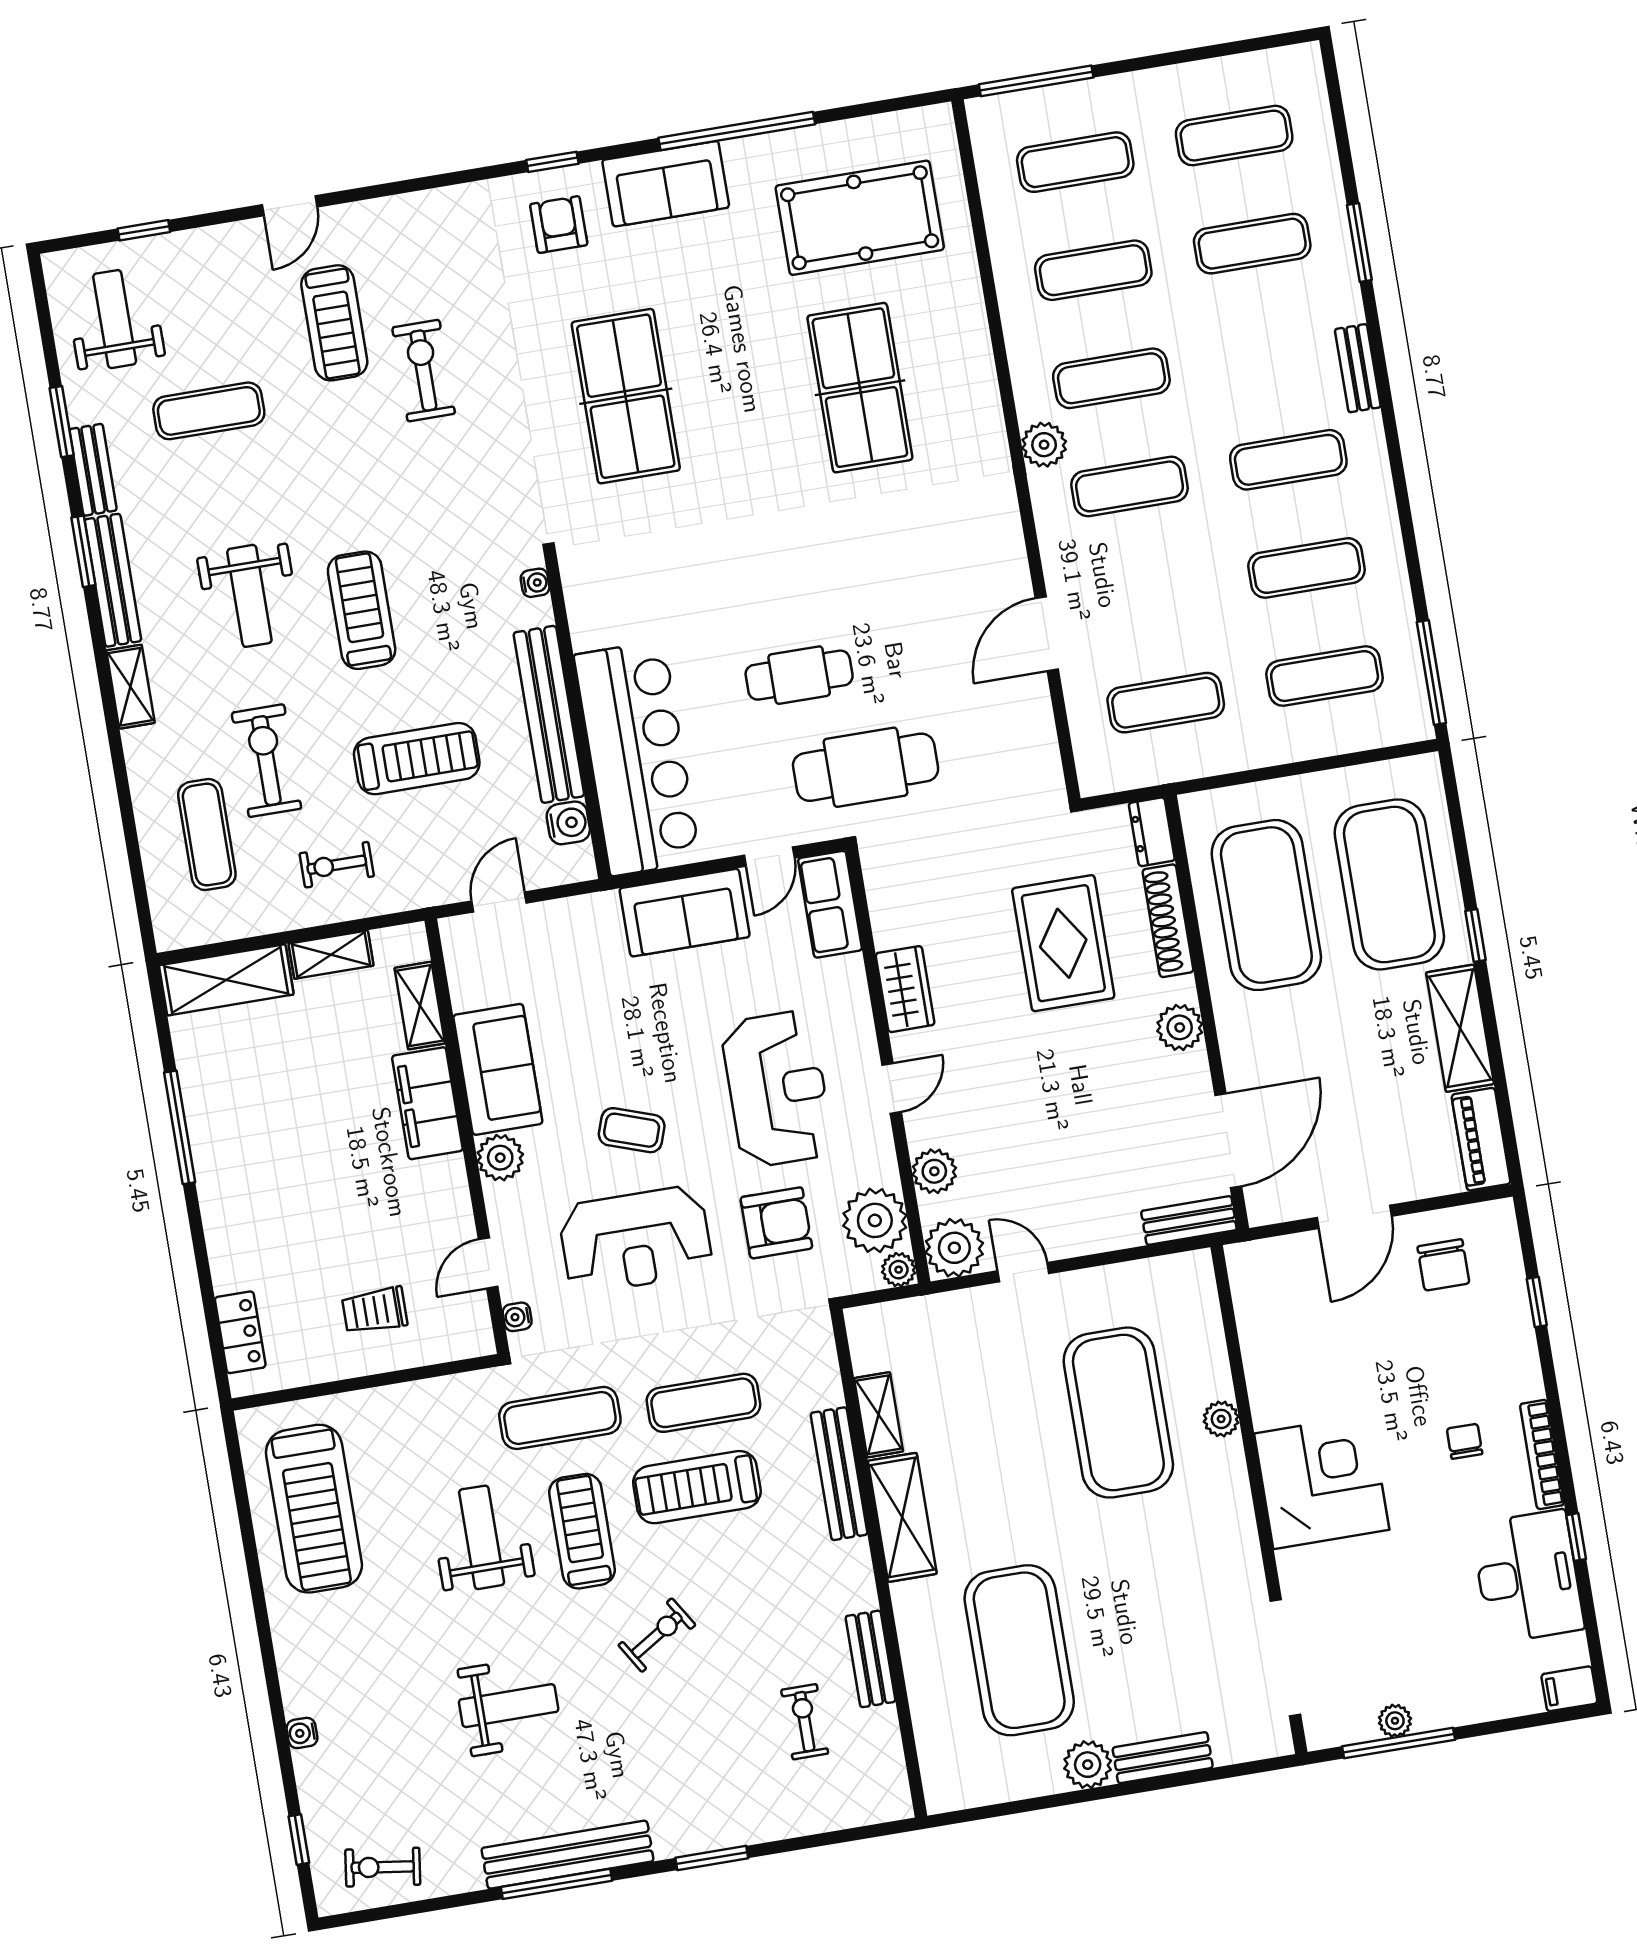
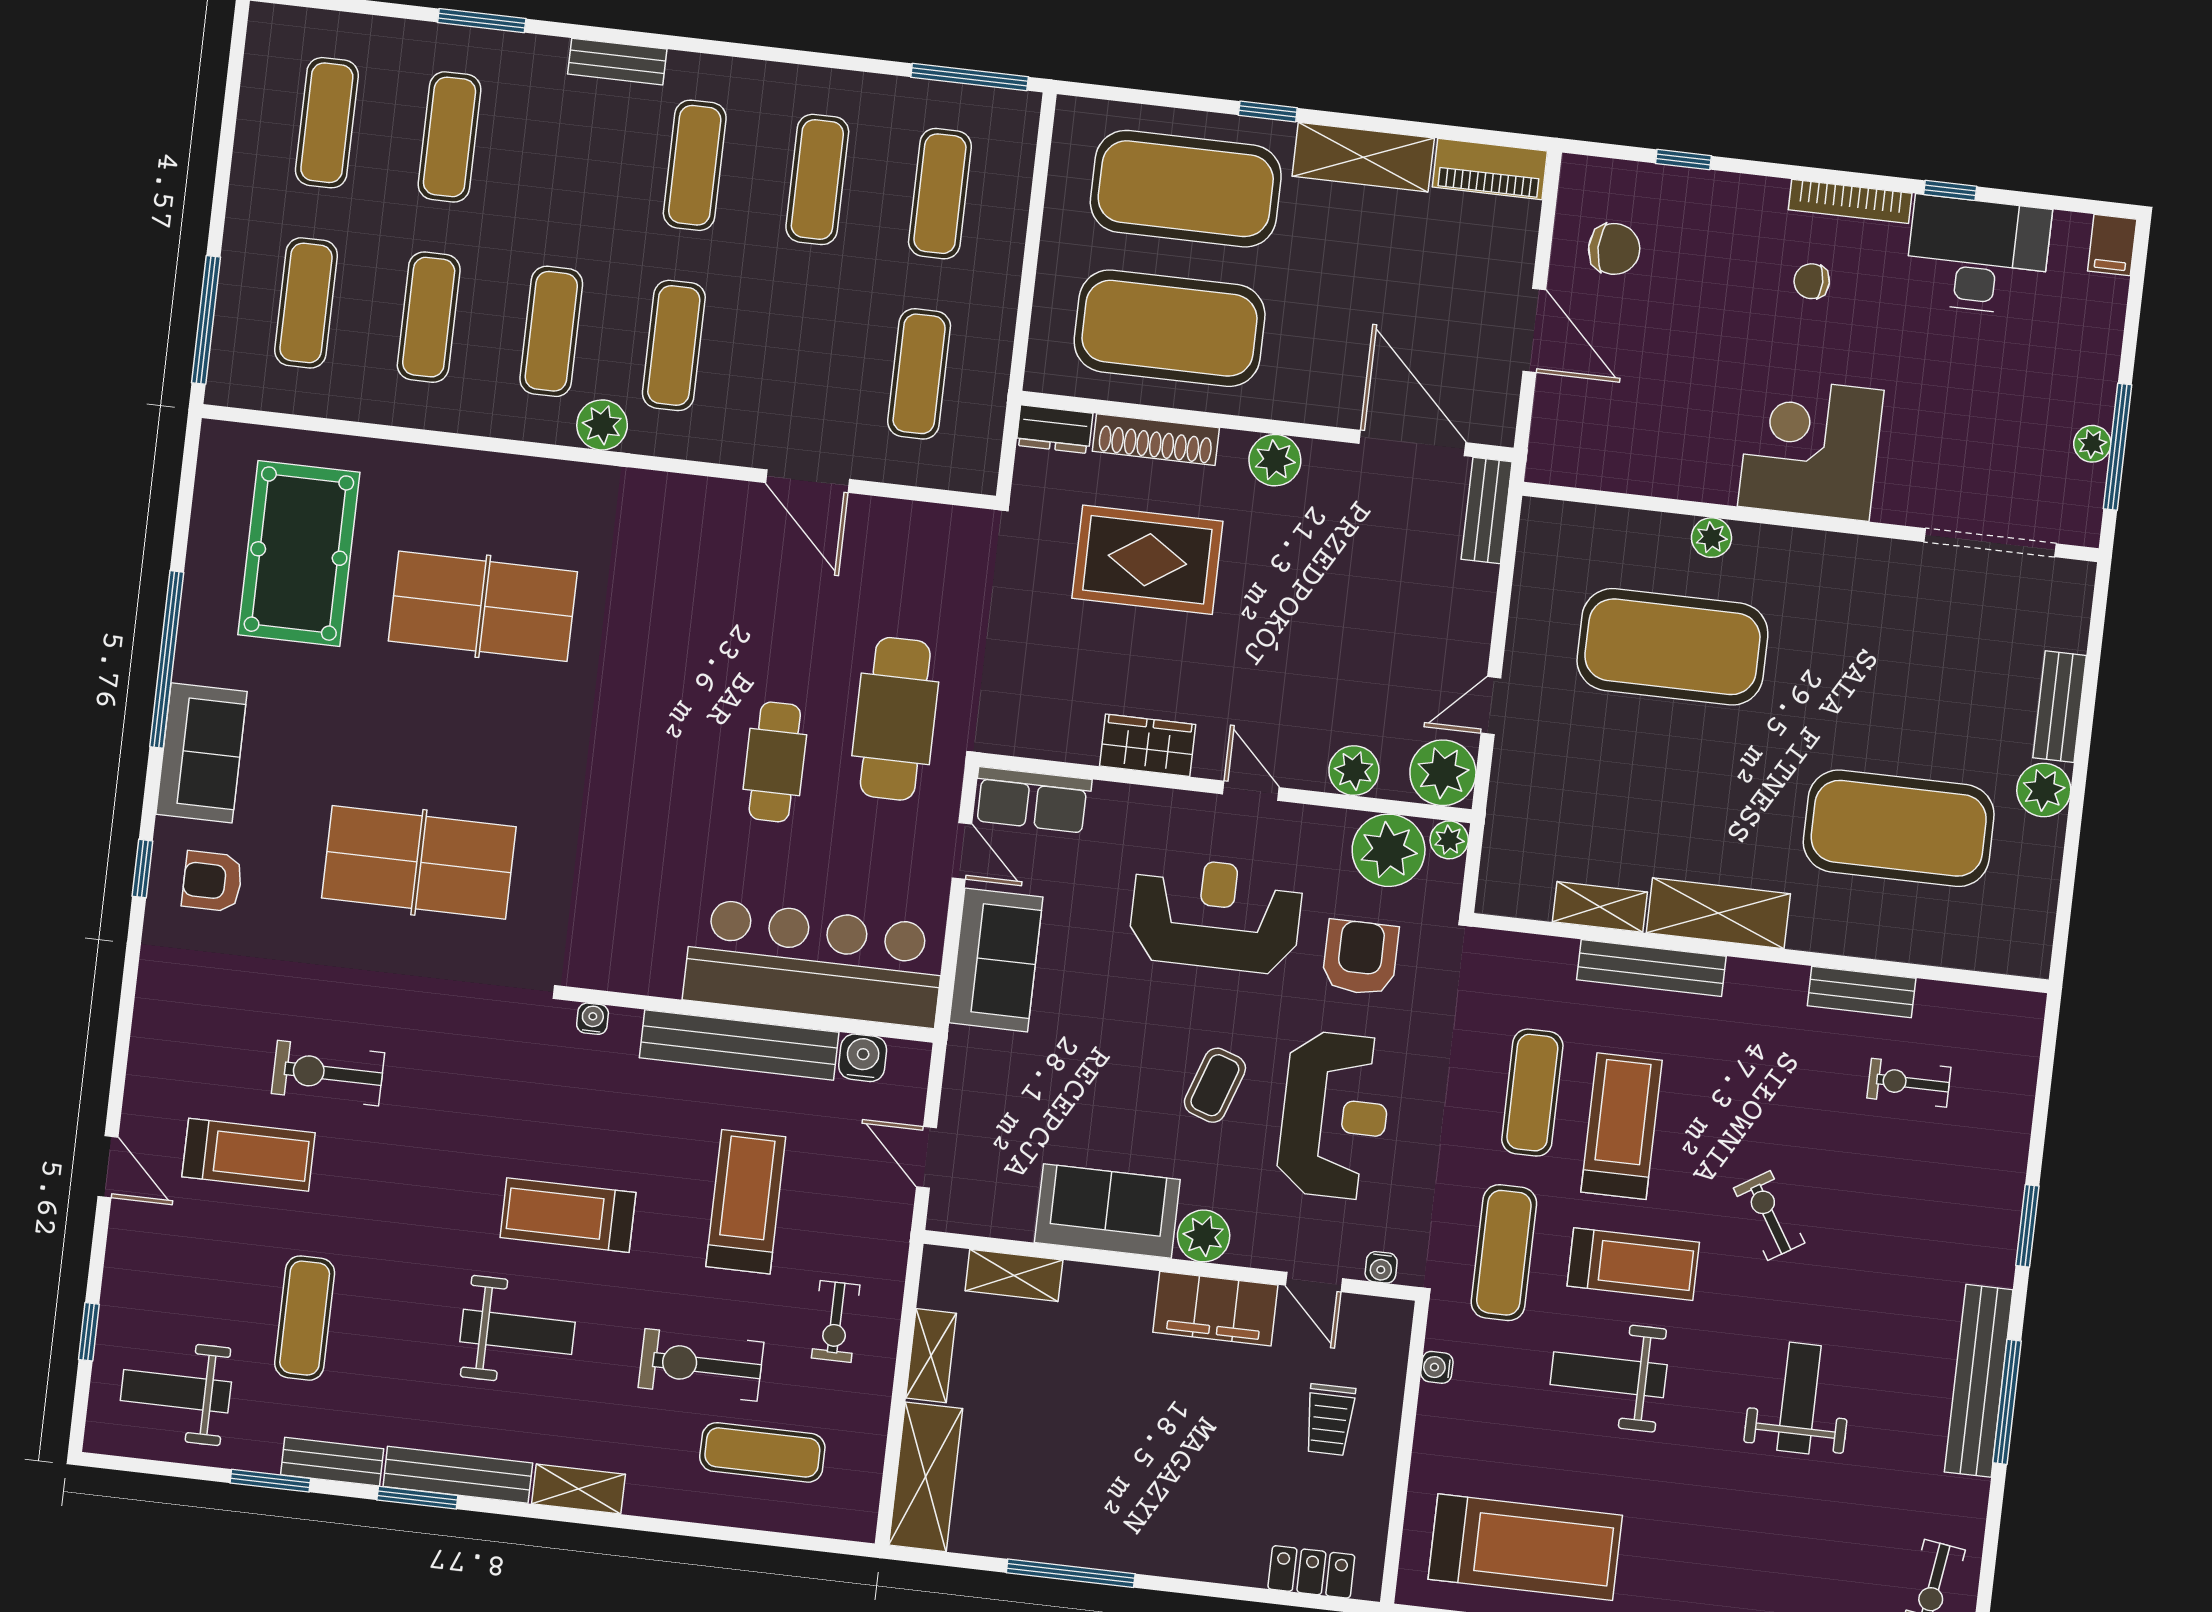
filing cabinet: (427, 1103) -> (1215, 1309), moved
water cooler: (446, 1389) -> (1437, 1367), added
treadmill: (697, 1487) -> (1622, 1126), turned 180
treadmill: (582, 1531) -> (1633, 1264), turned 180

